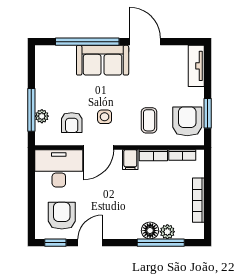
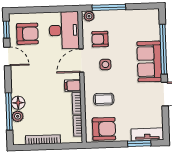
window: (208, 113) -> (139, 144), moved
plant: (42, 116) -> (89, 16), moved
door: (99, 147) -> (81, 61), hinge flipped

